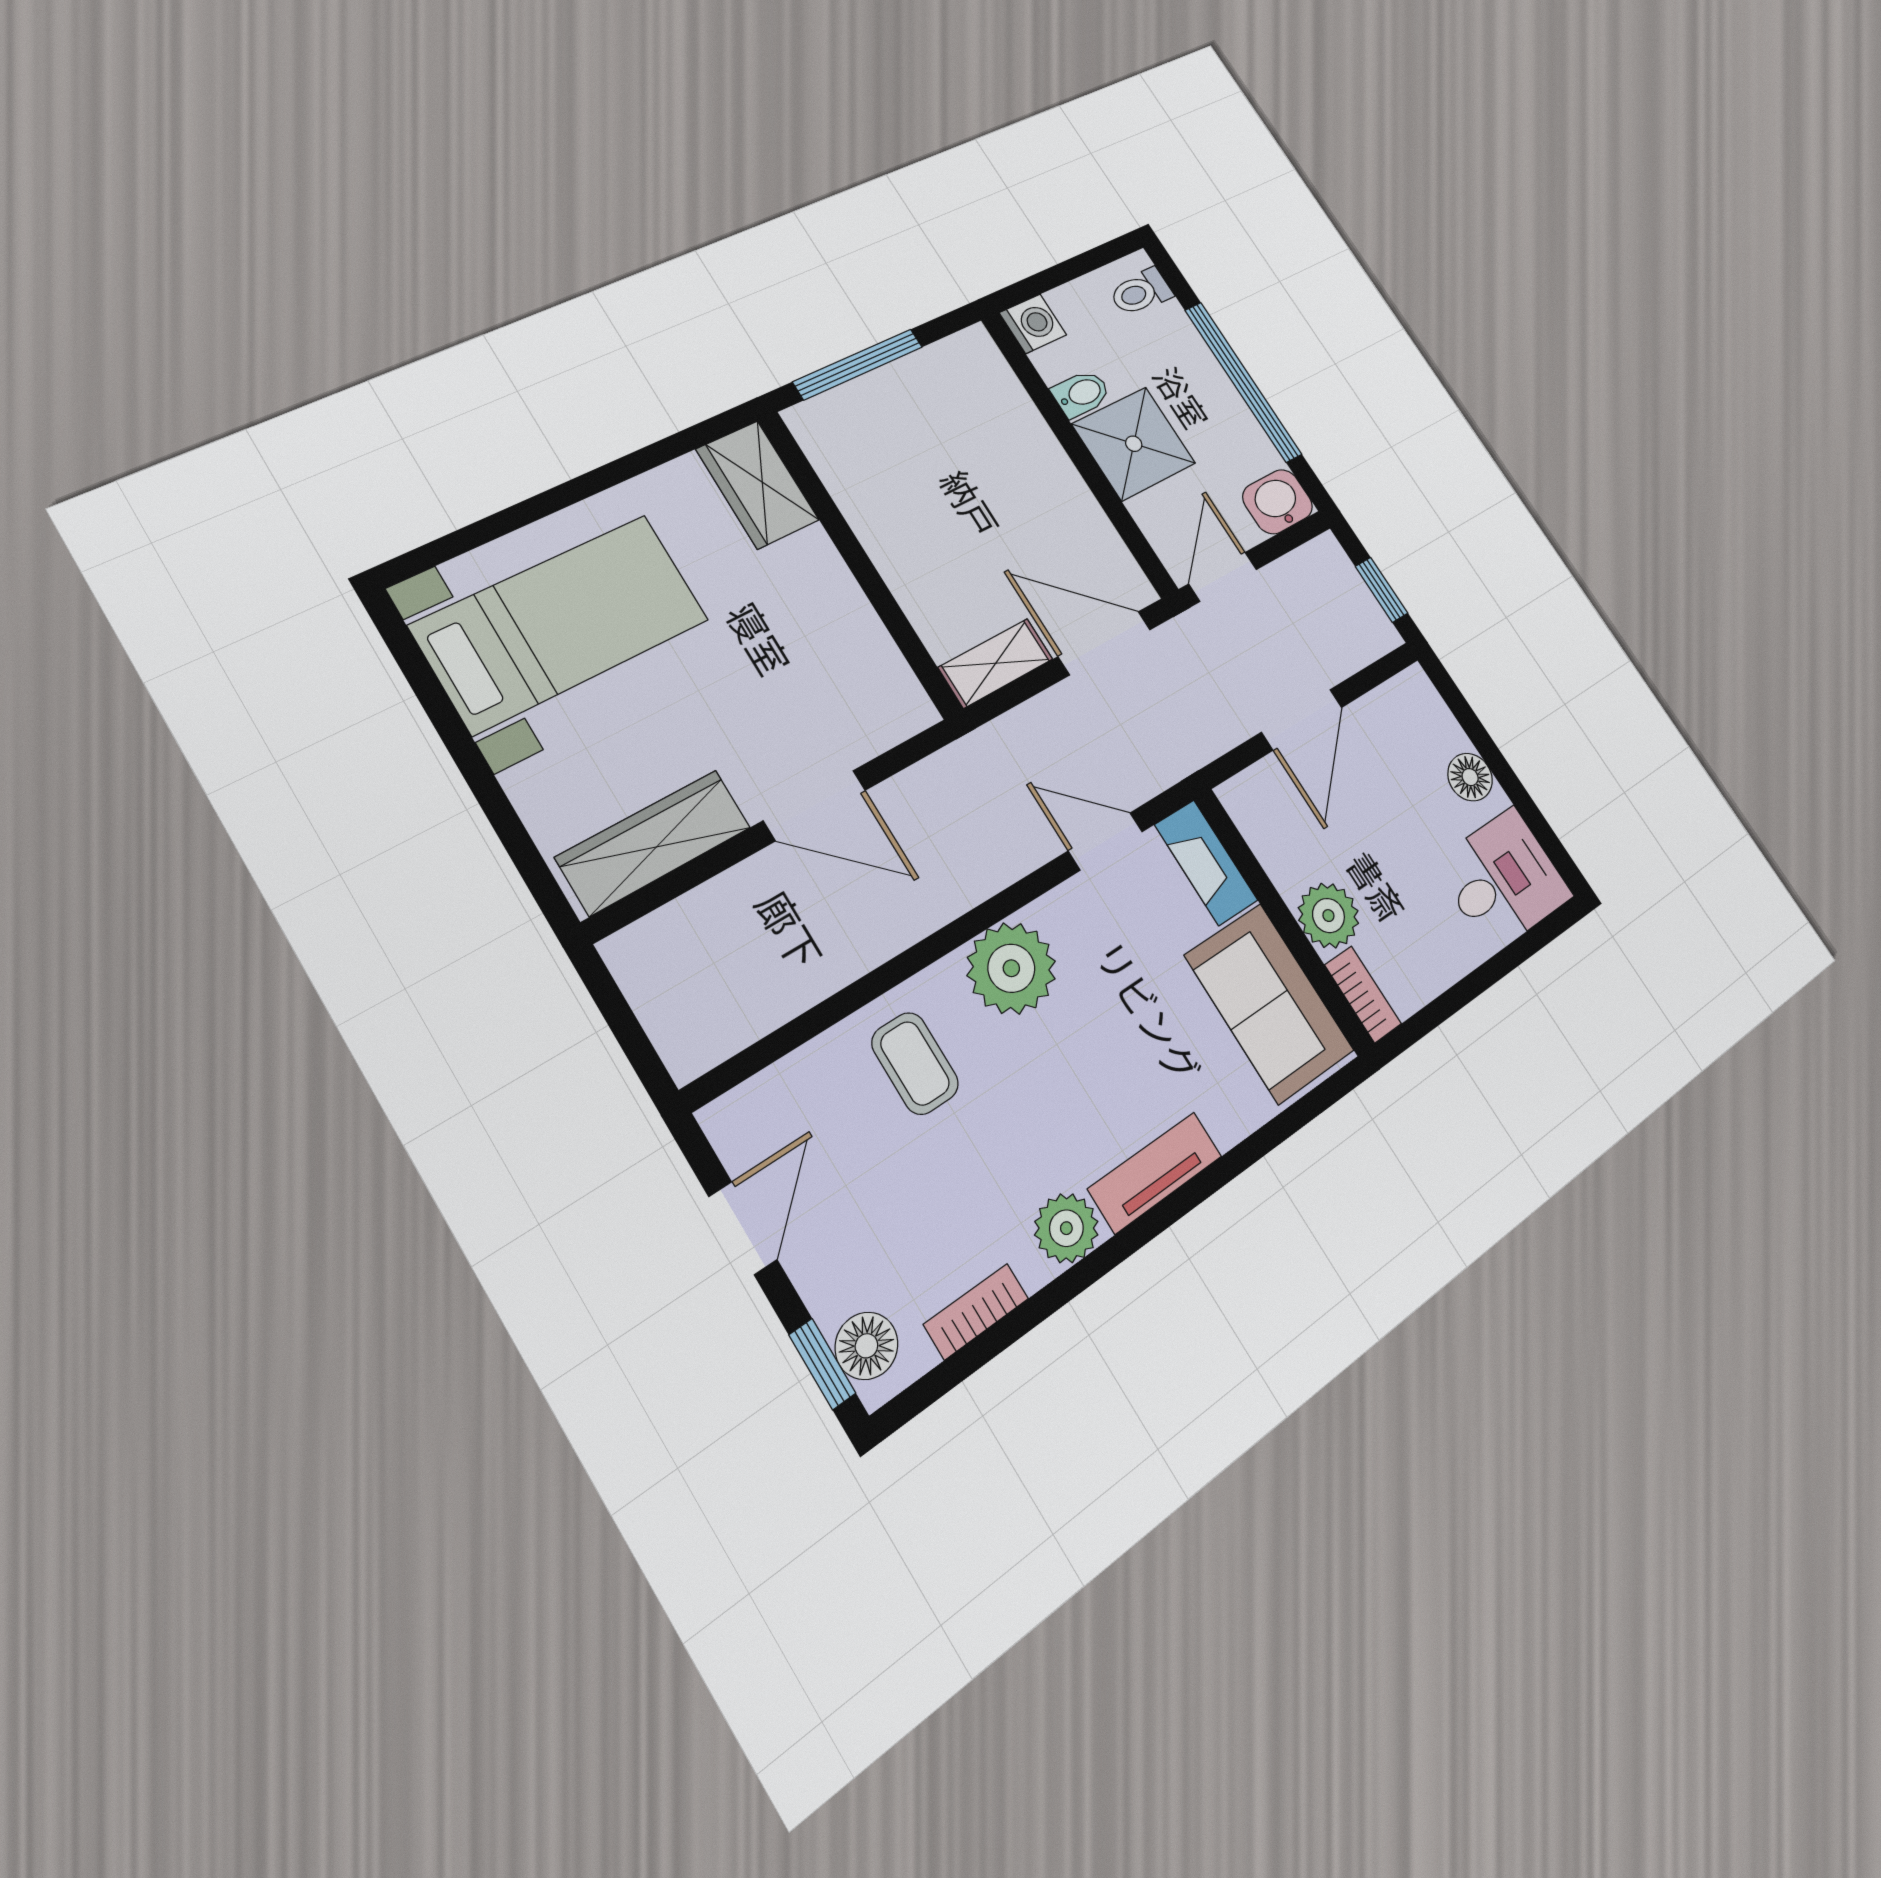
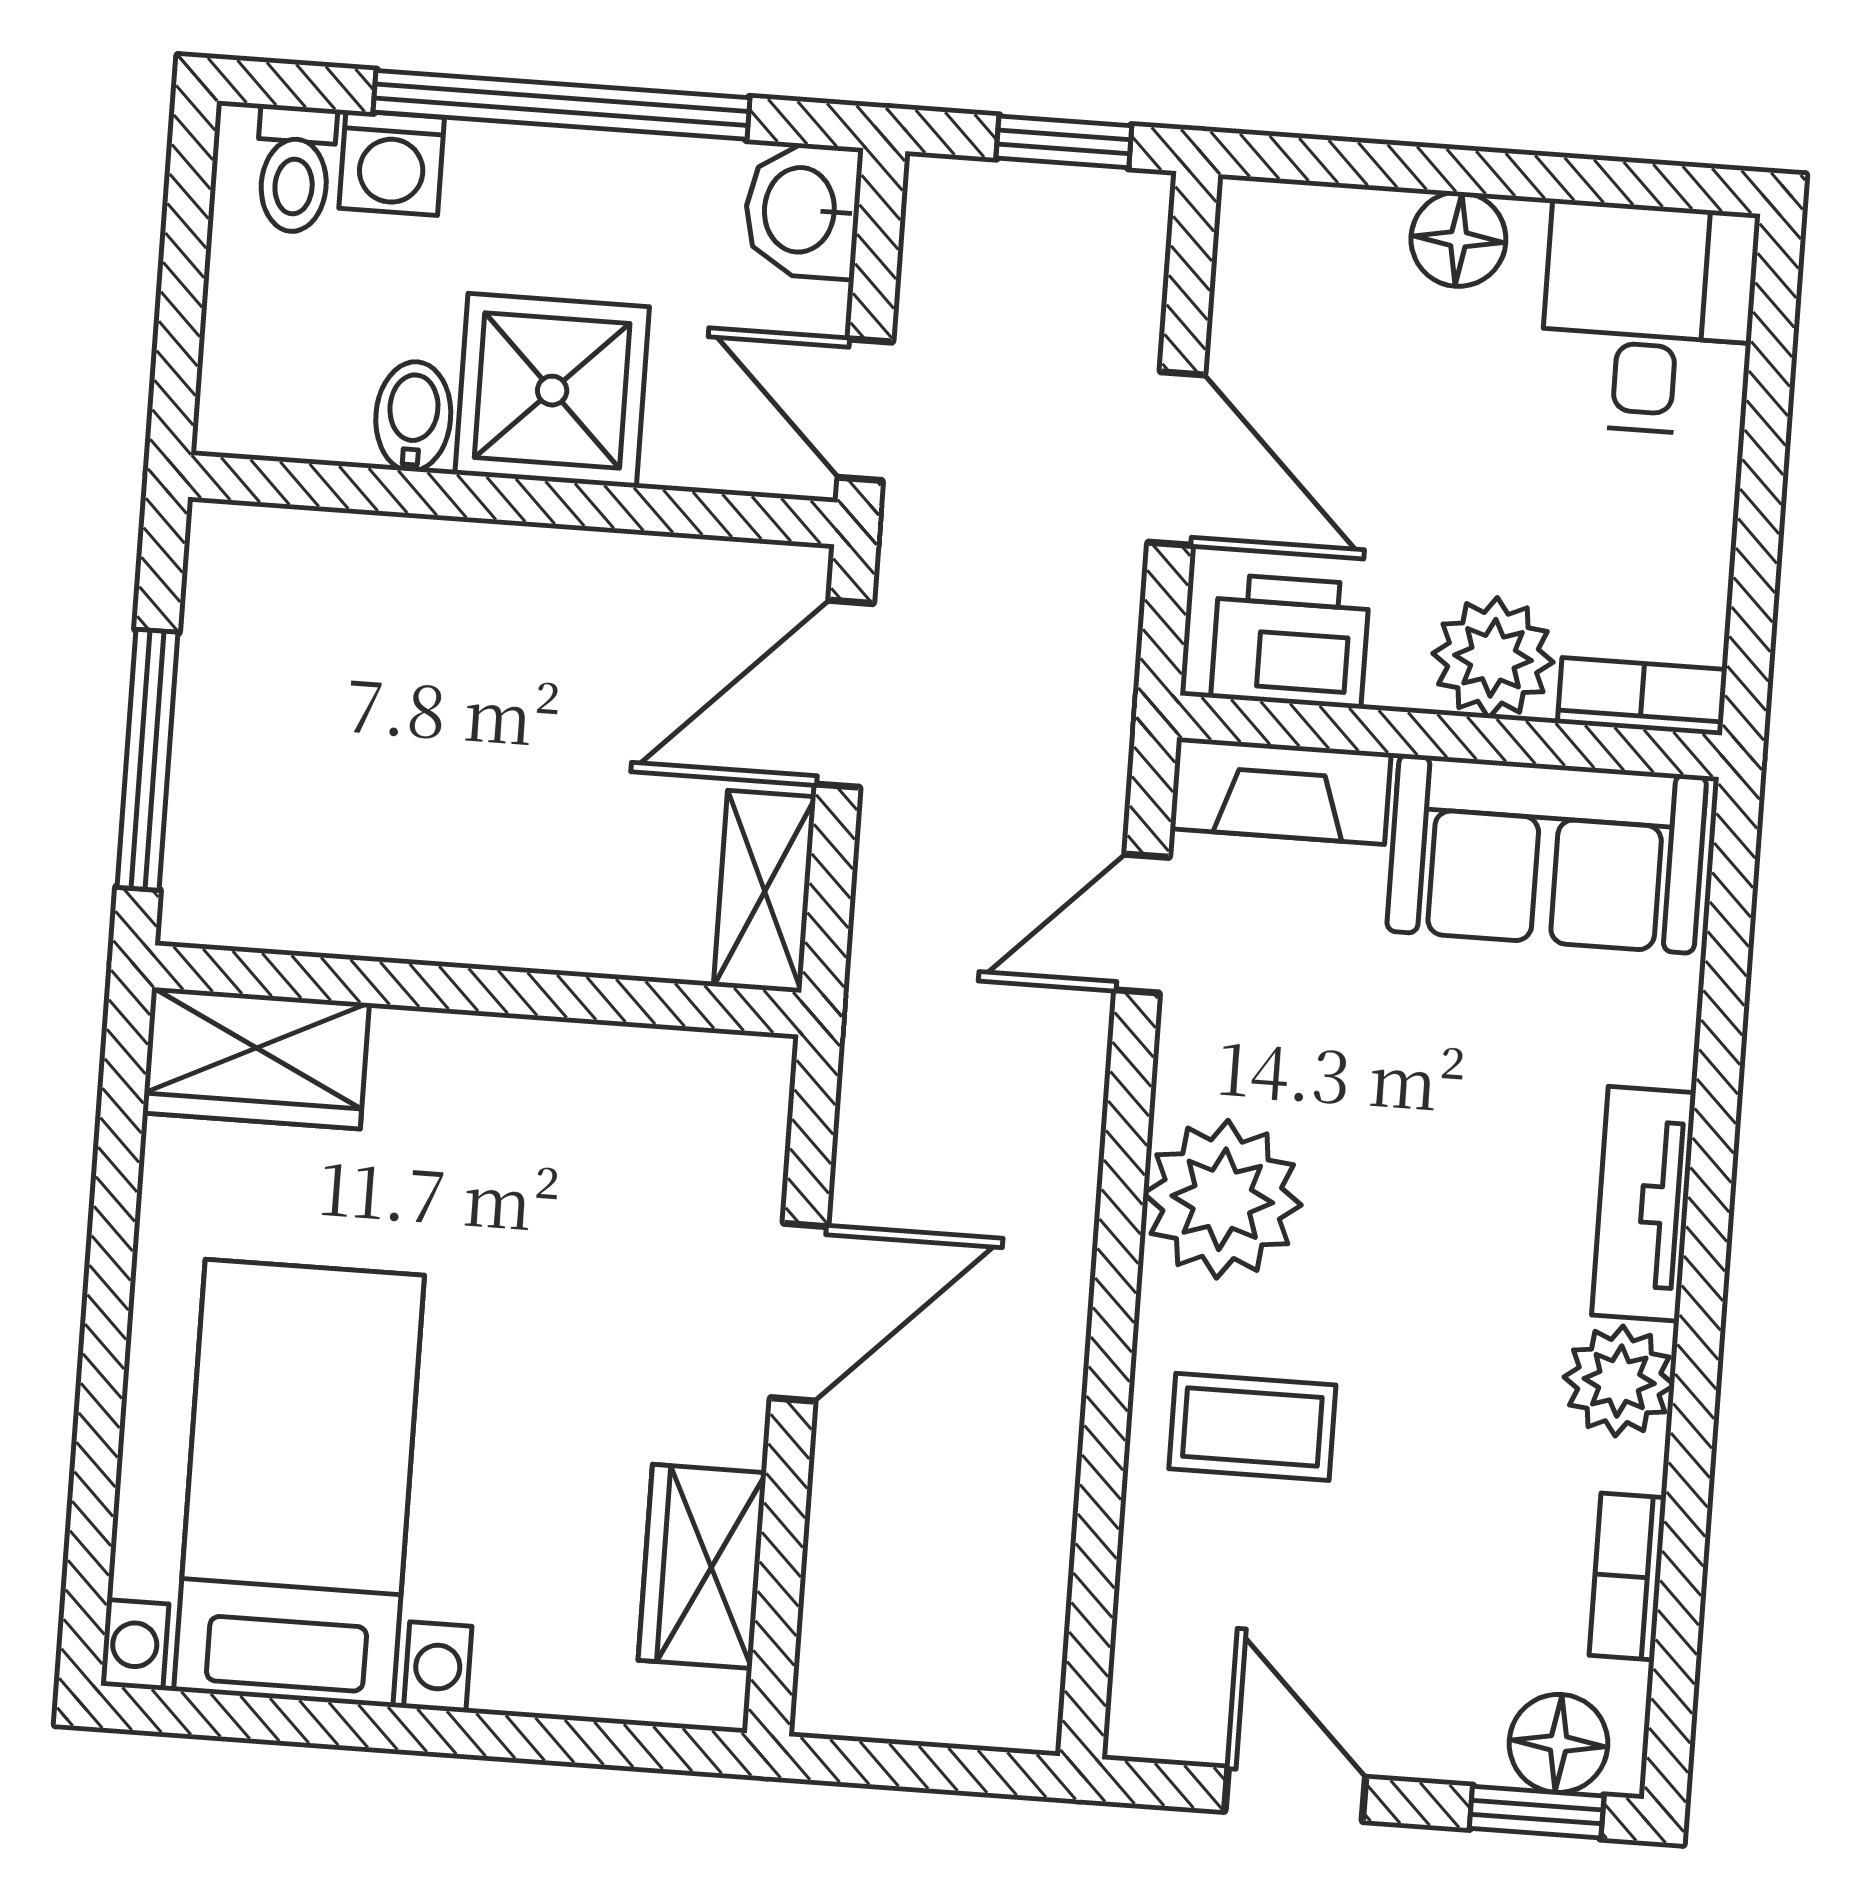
washing machine: (1033, 324) -> (392, 163), moved, turned 180
printer: (1269, 821) -> (1290, 641), added
wardrobe: (654, 842) -> (702, 1566), width x0.67

